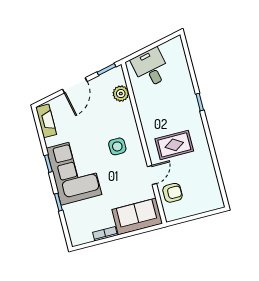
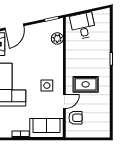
door: (75, 85) -> (14, 27), moved
side table: (117, 146) -> (47, 85), moved

